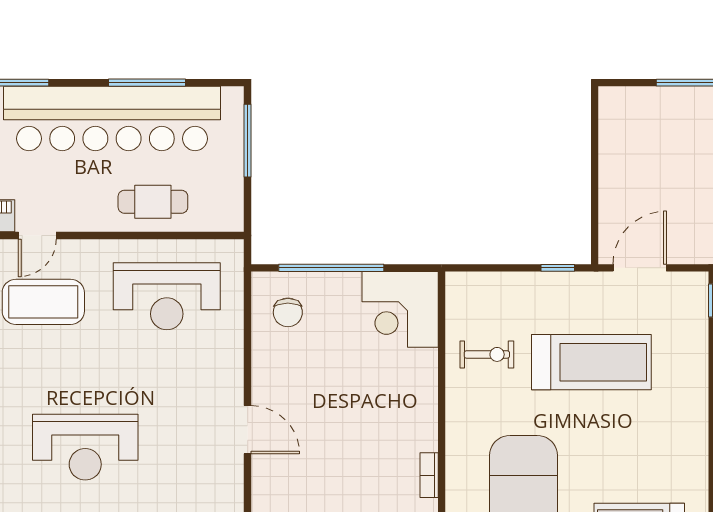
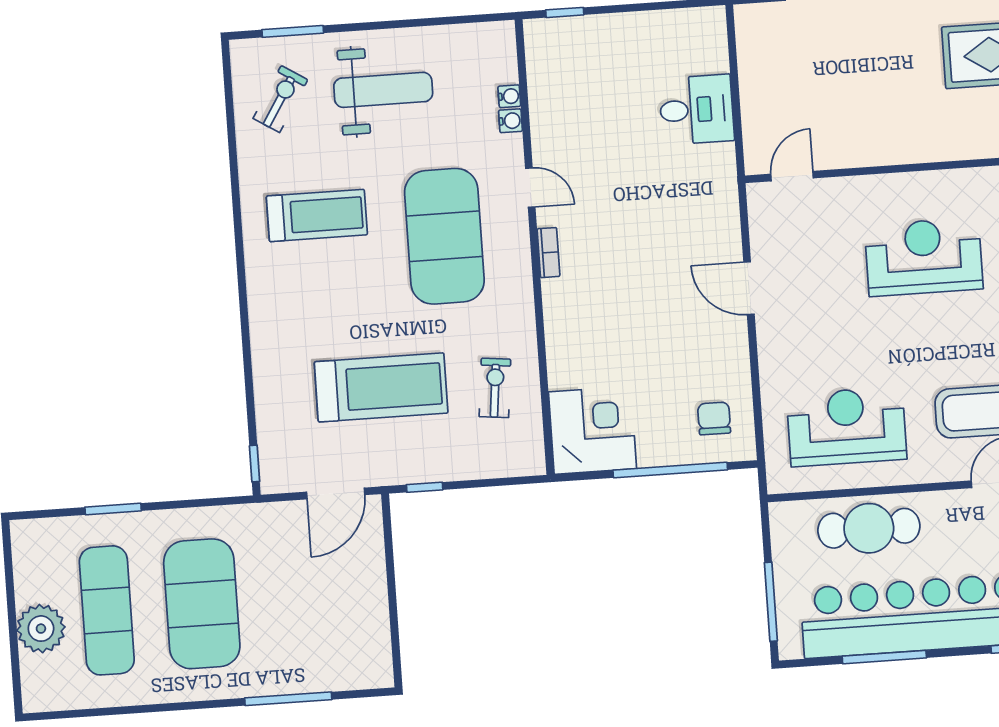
cafe table: (153, 202) -> (869, 528), width x1.37, depth x1.35
exercise bike: (487, 354) -> (495, 388), turned 96
treadmill: (591, 362) -> (381, 387), turned 180

